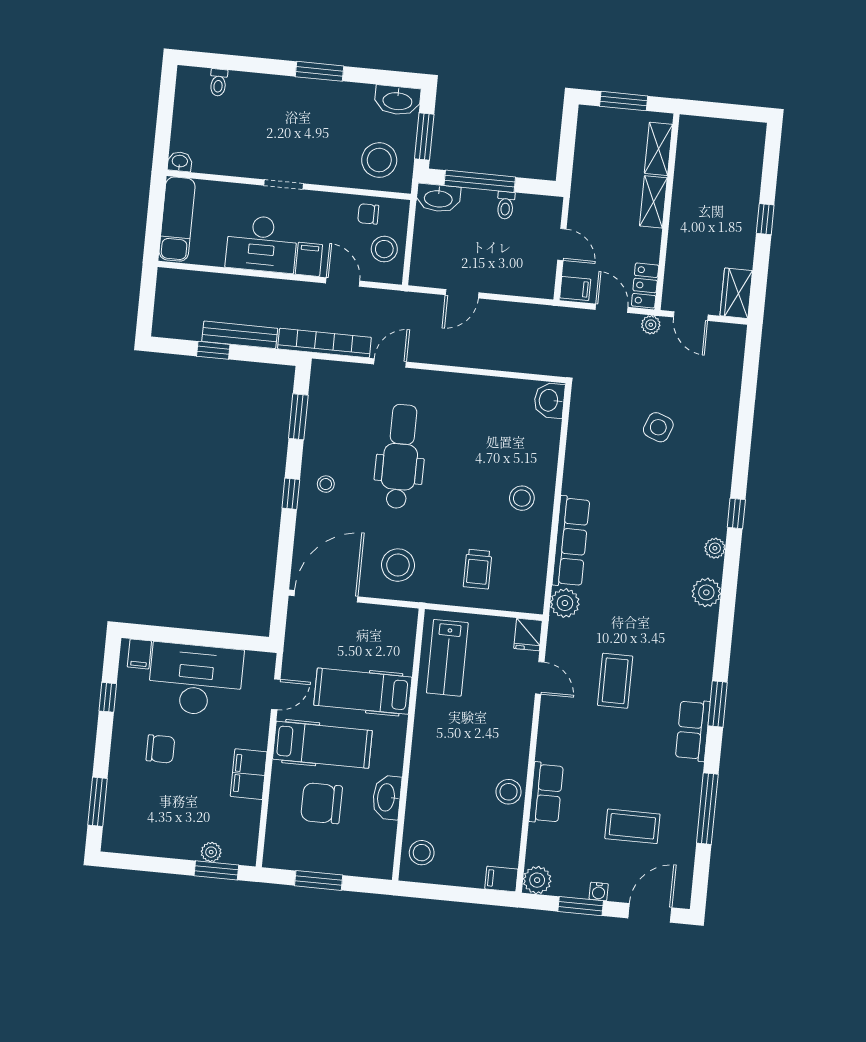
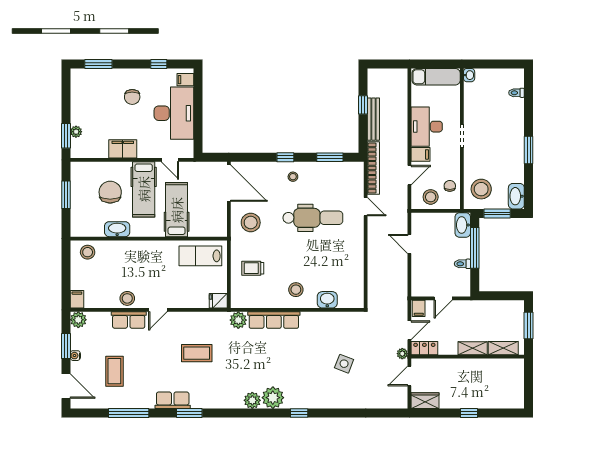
washbasin: (549, 400) -> (327, 300), moved
plant: (715, 548) -> (273, 398), width x1.88, depth x1.88
door: (540, 678) -> (158, 310), moved

